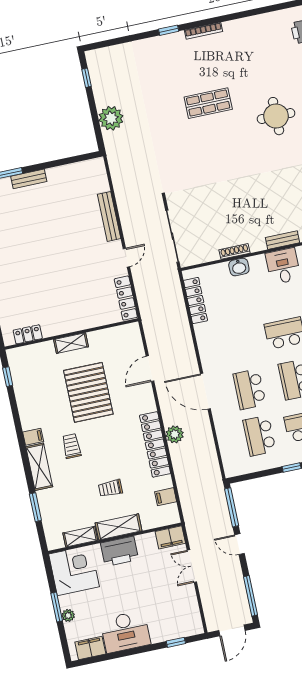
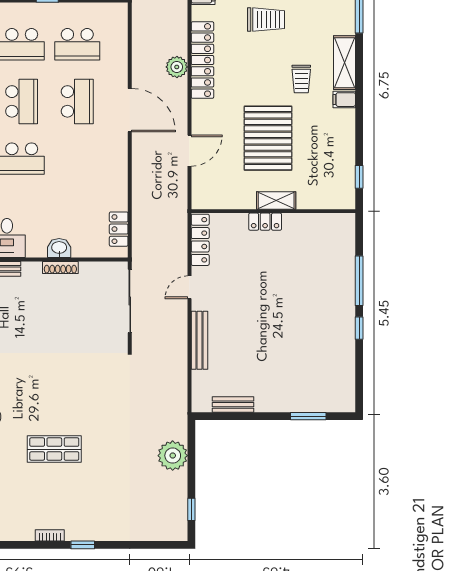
bookcase: (204, 31) -> (50, 535), width x0.64
bench: (29, 179) -> (233, 405), moved
locker: (195, 301) -> (119, 229), width x0.66
locker: (28, 334) -> (265, 222), moved
school desk: (259, 436) -> (77, 44), turned 90
trolley: (110, 488) -> (266, 20), width x1.36, depth x1.39

